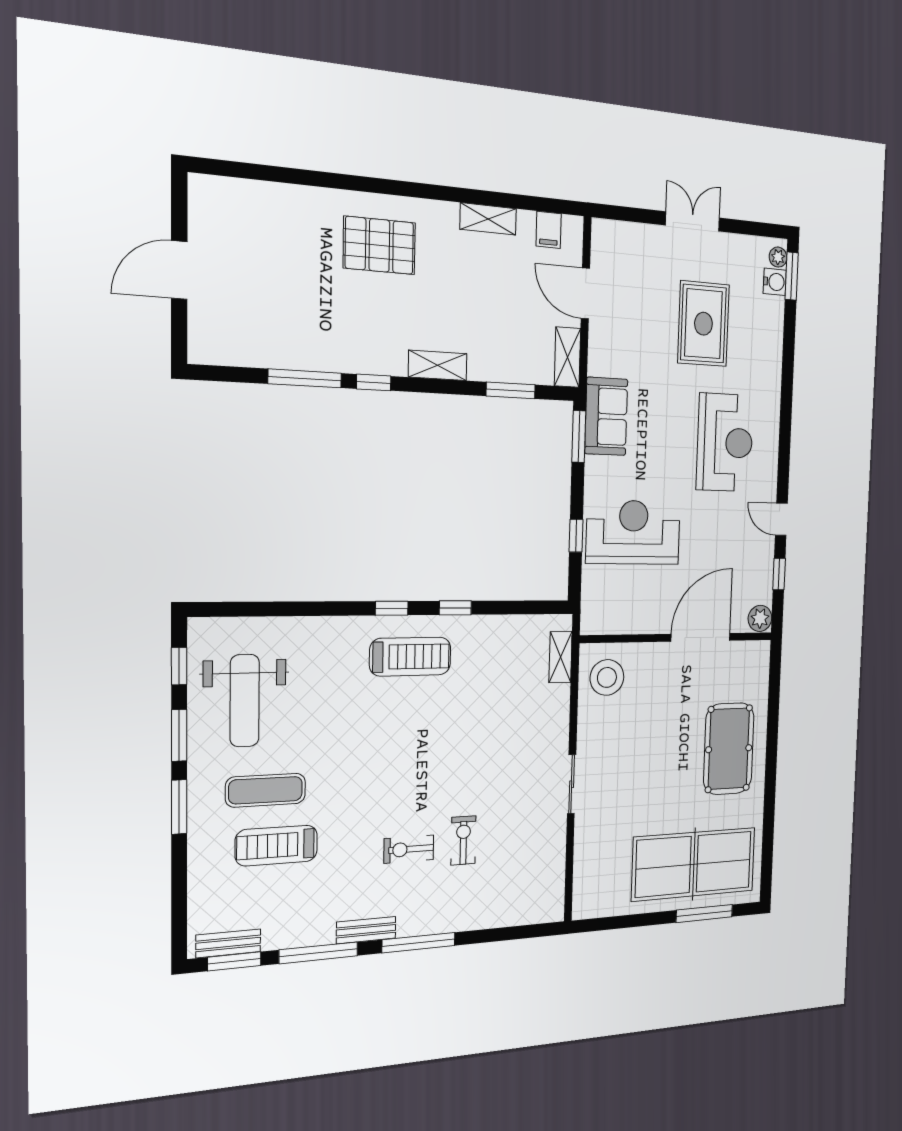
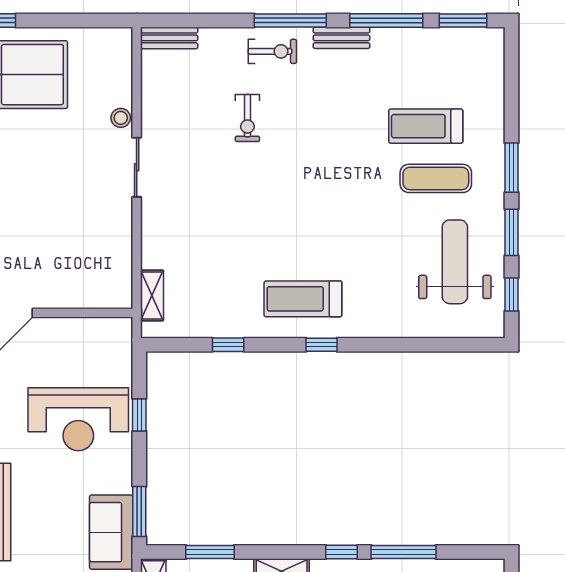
window: (455, 608) -> (228, 345), moved
stool: (607, 677) -> (121, 118), moved, width x0.53, depth x0.53
treadmill: (276, 846) -> (426, 126), turned 180
exercise bike: (409, 849) -> (272, 51), moved
bench: (228, 943) -> (169, 38), moved

